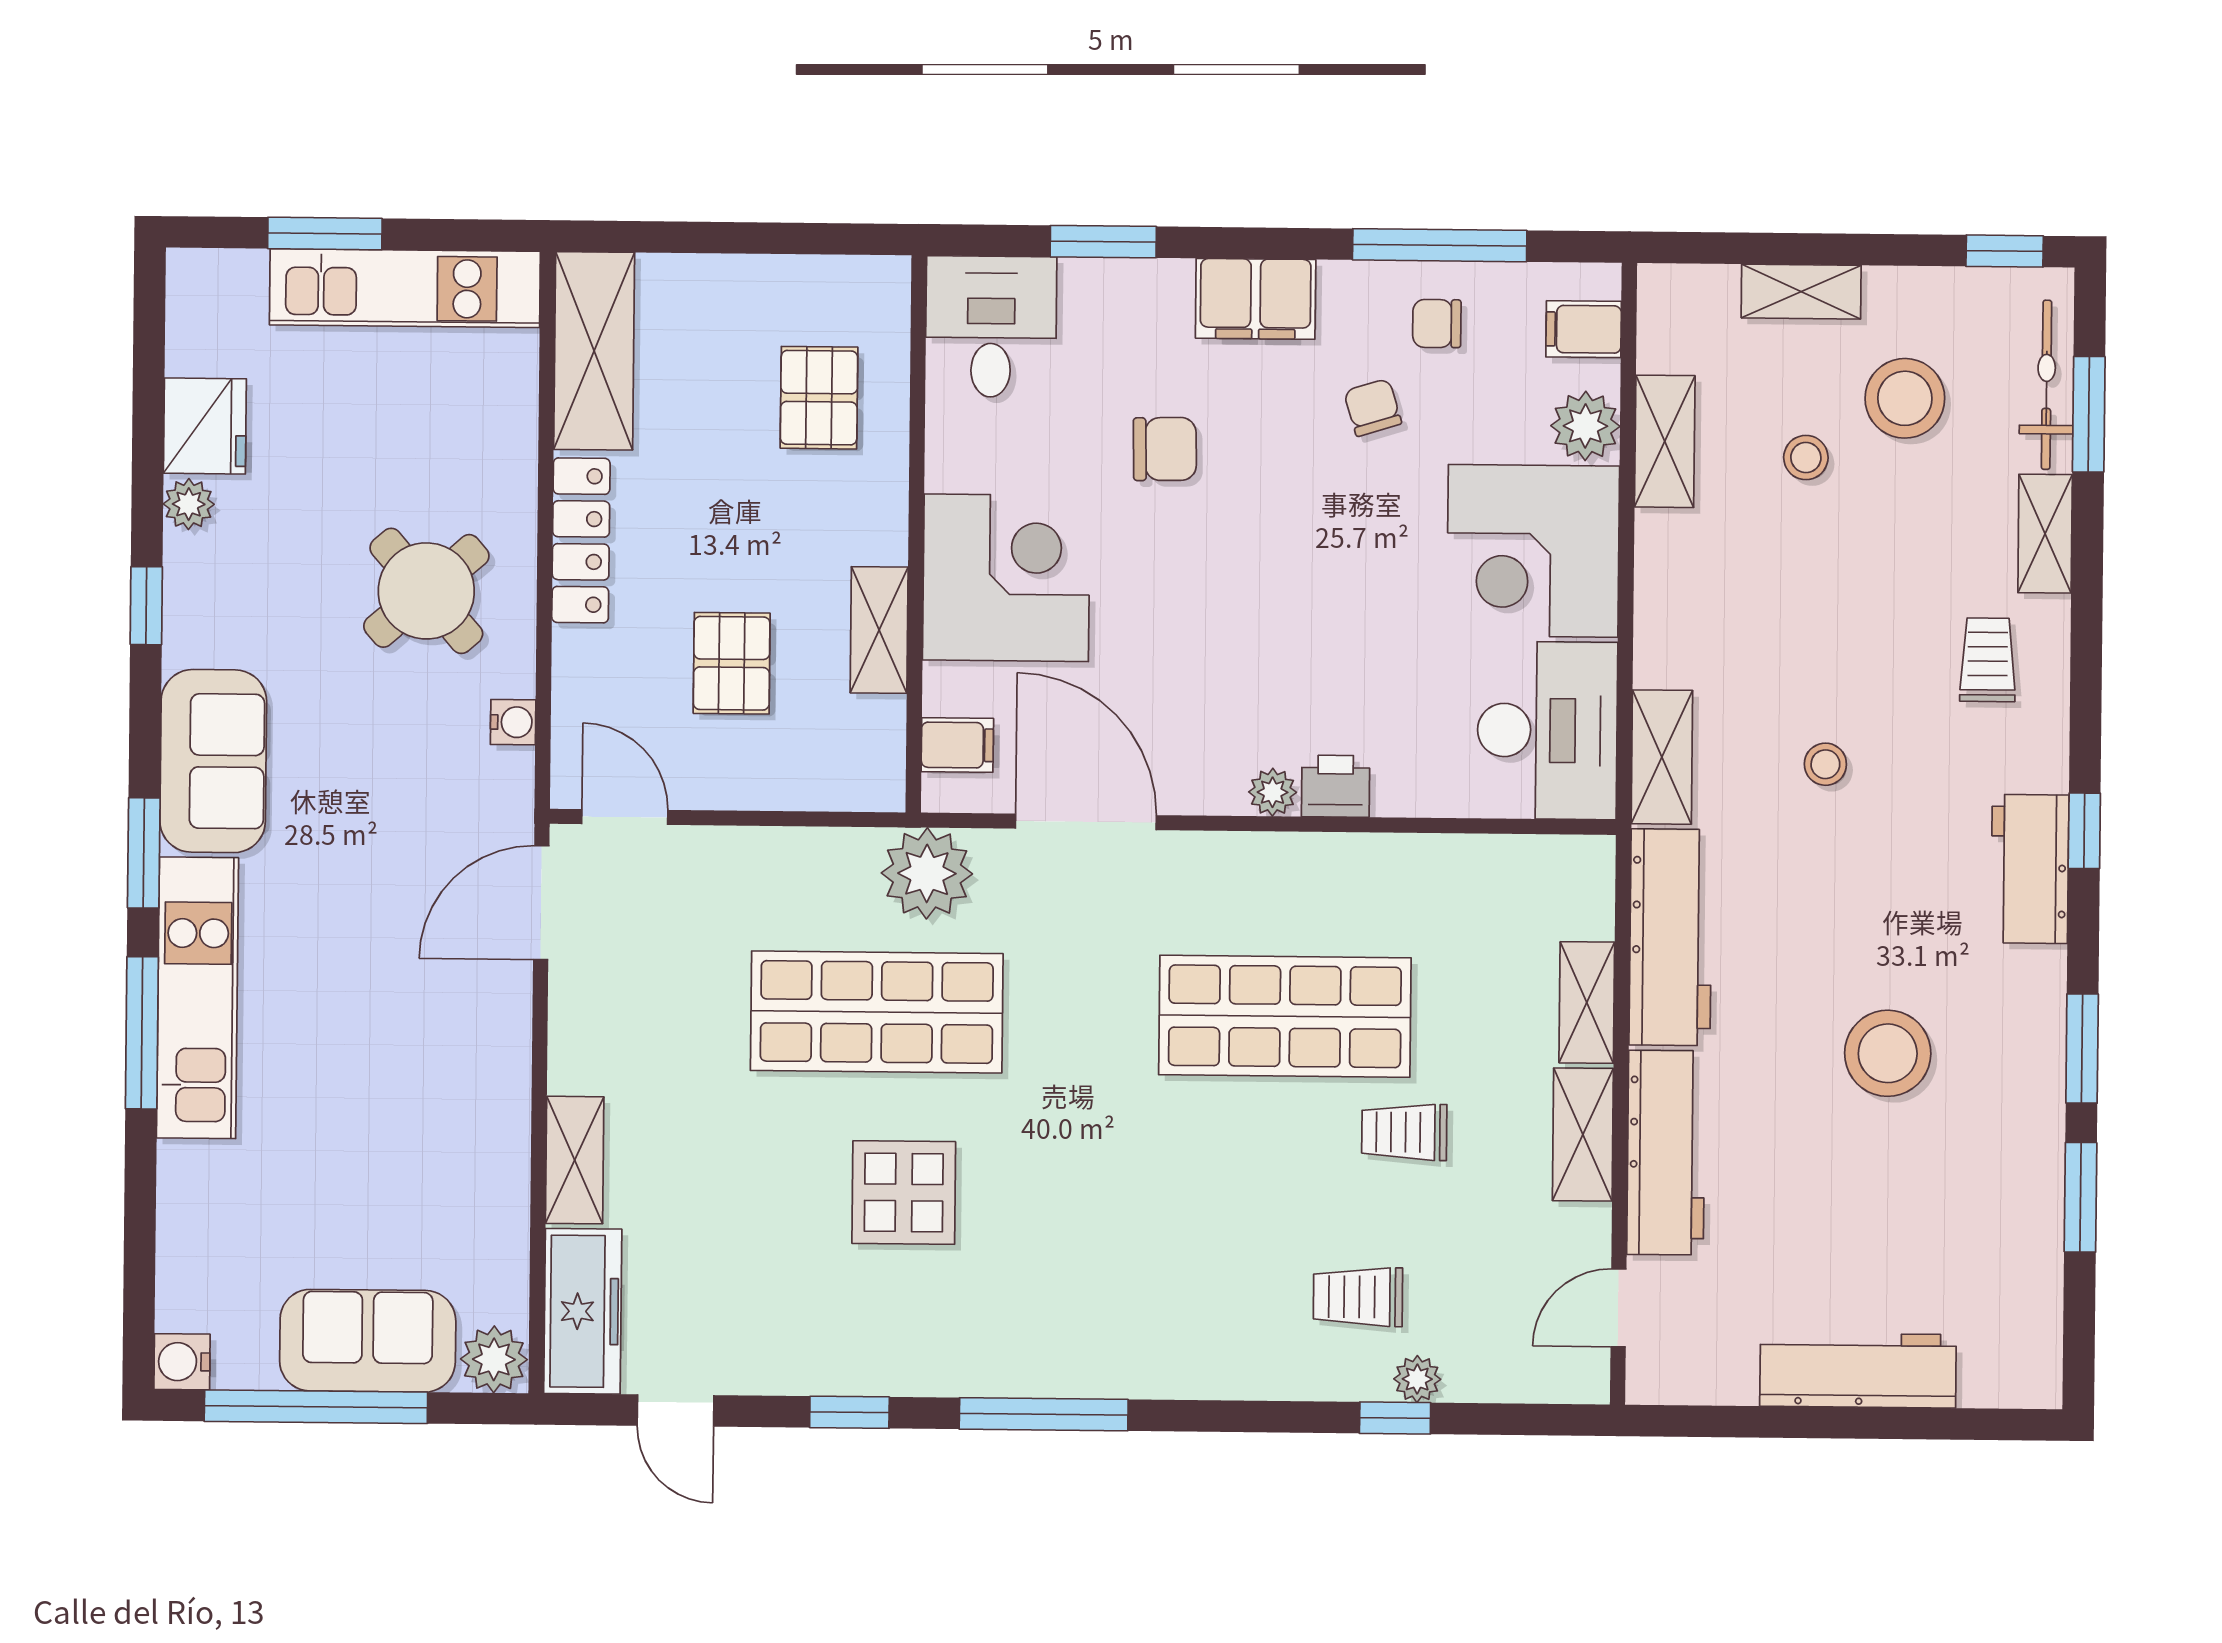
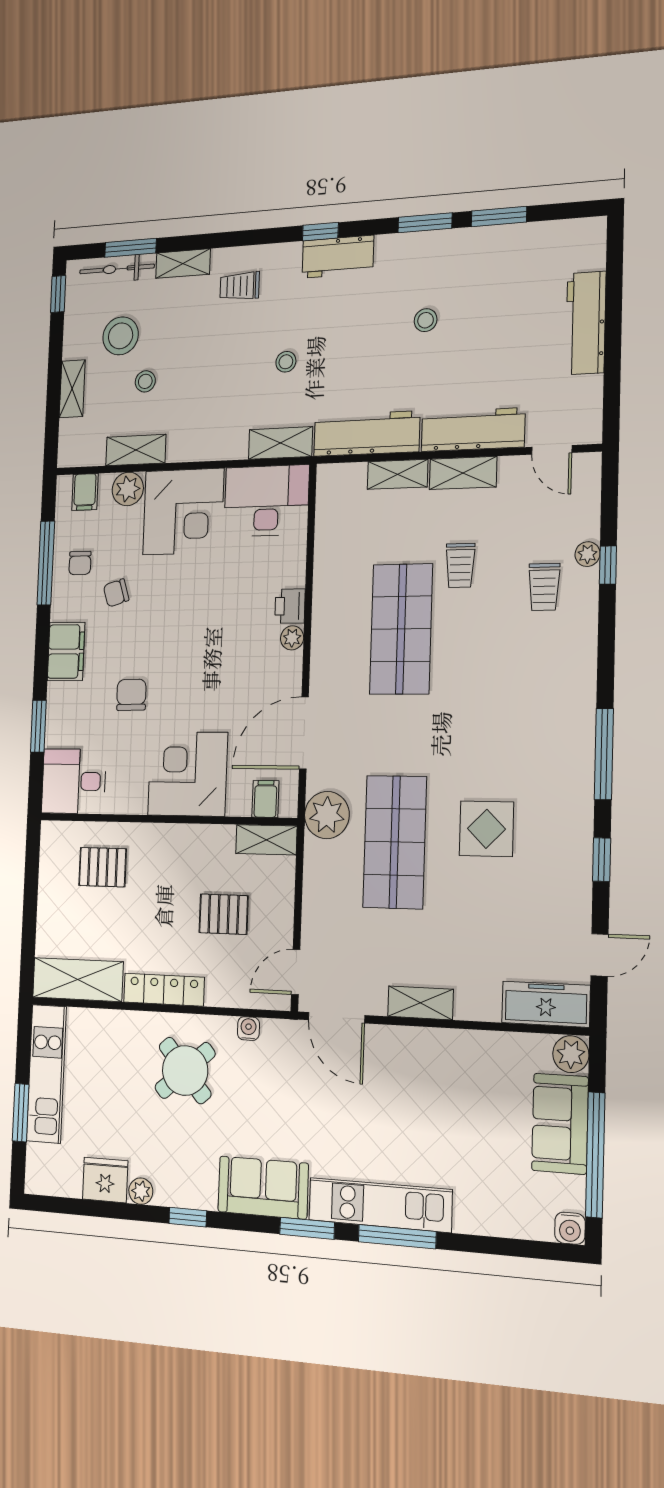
shelving: (879, 630) -> (266, 840), moved
stool: (1888, 1053) -> (426, 320), width x0.53, depth x0.53
shelving: (575, 1160) -> (420, 1003), moved

